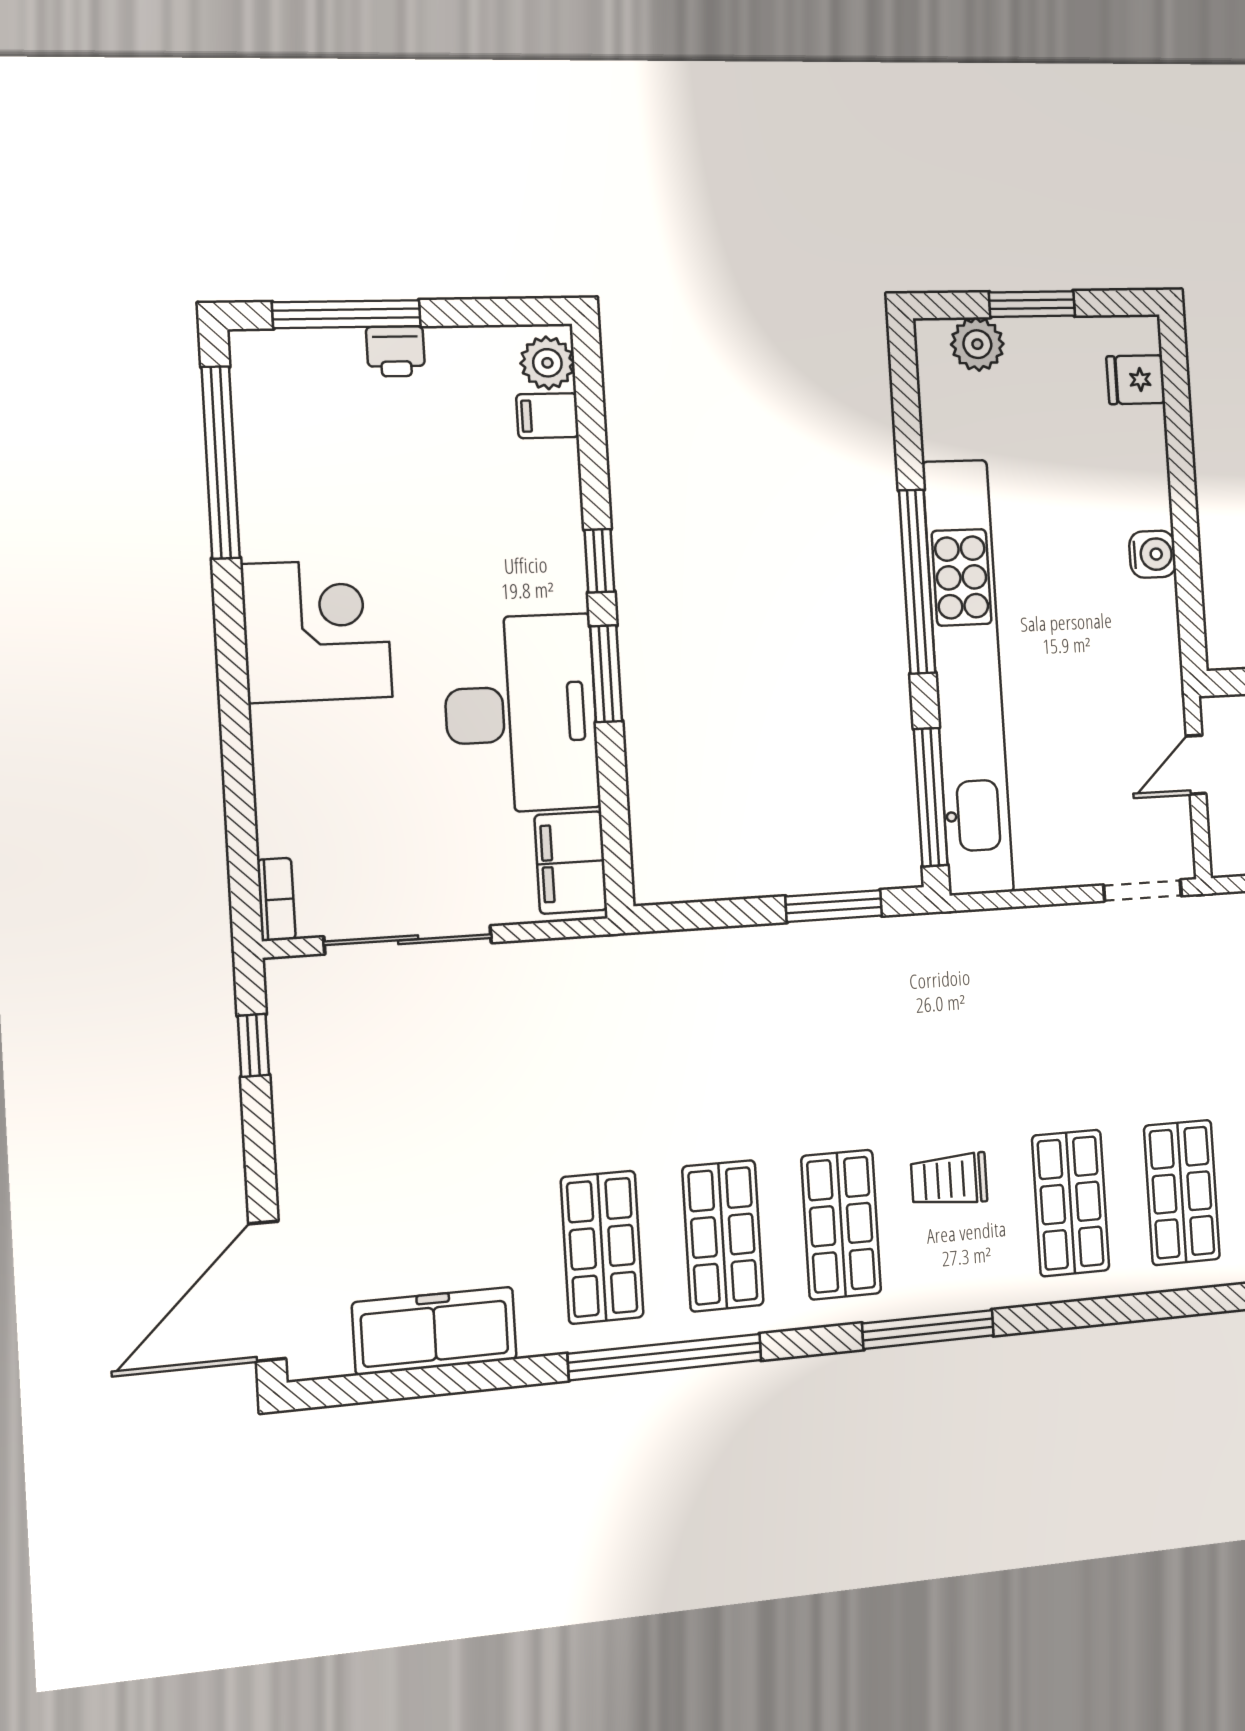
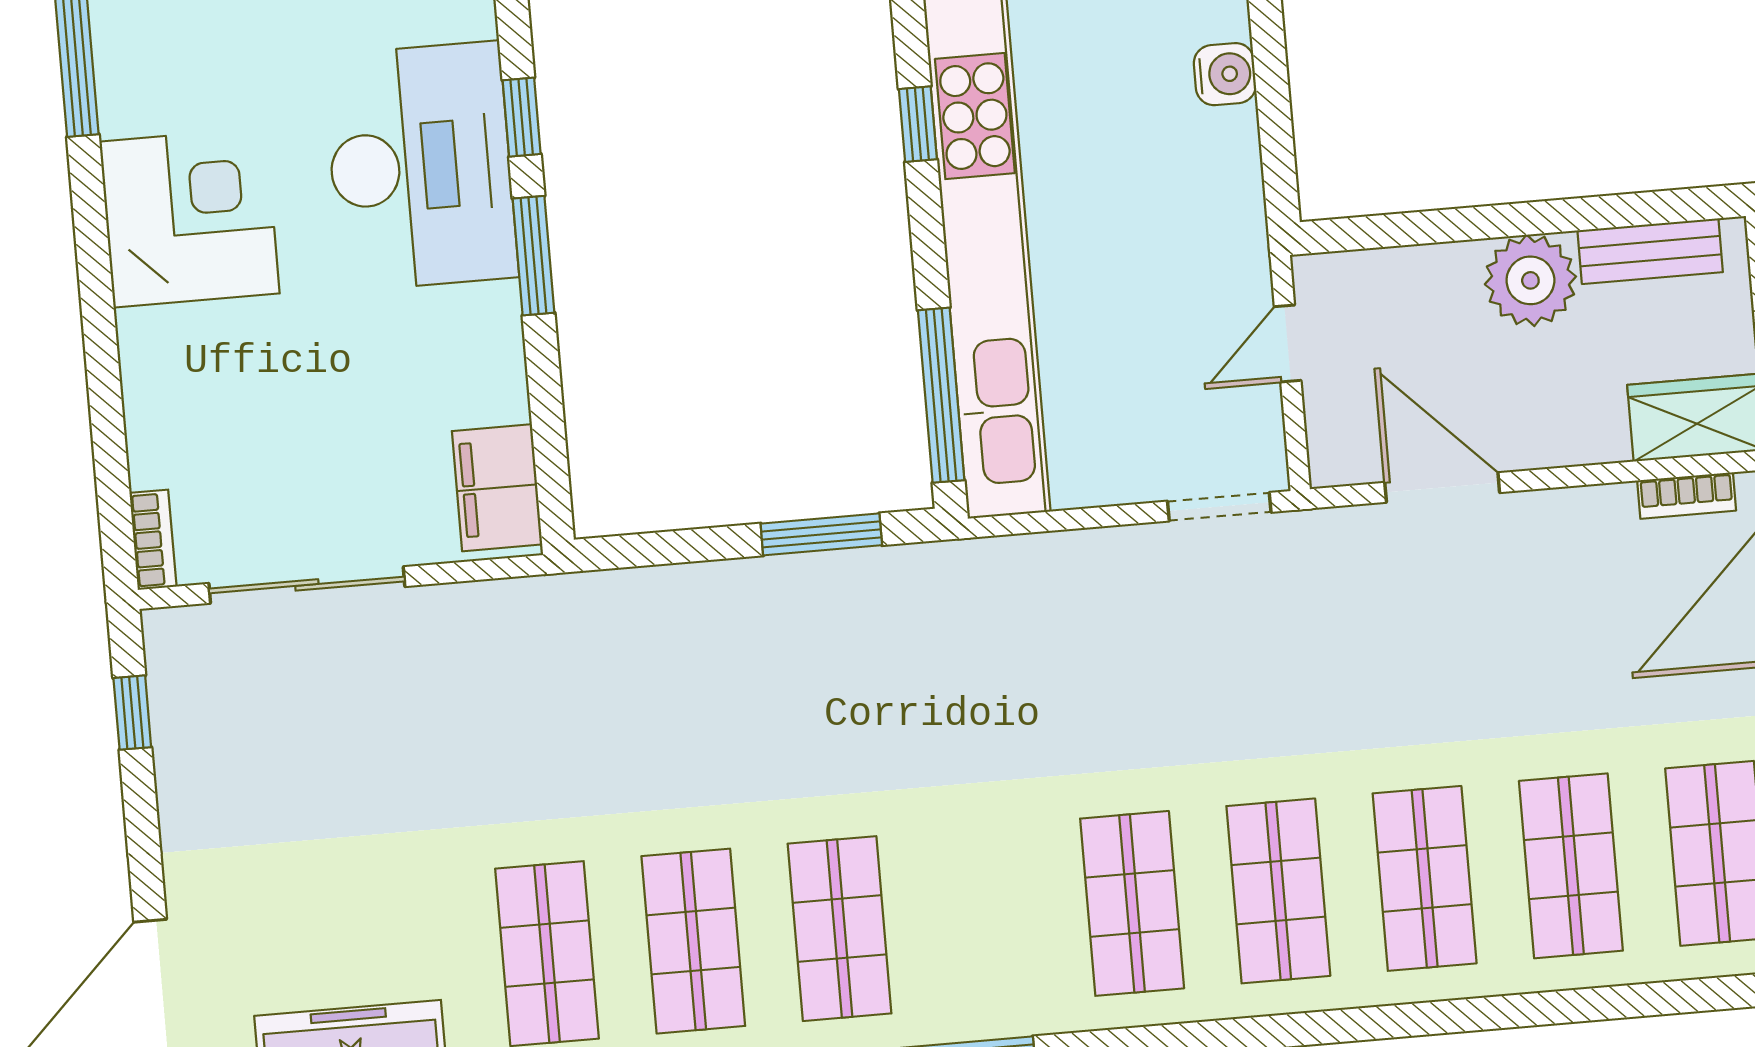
window: (917, 582) -> (918, 124), width x0.32
desk: (521, 714) -> (420, 166), moved
trolley: (949, 1180) -> (975, 874), removed

